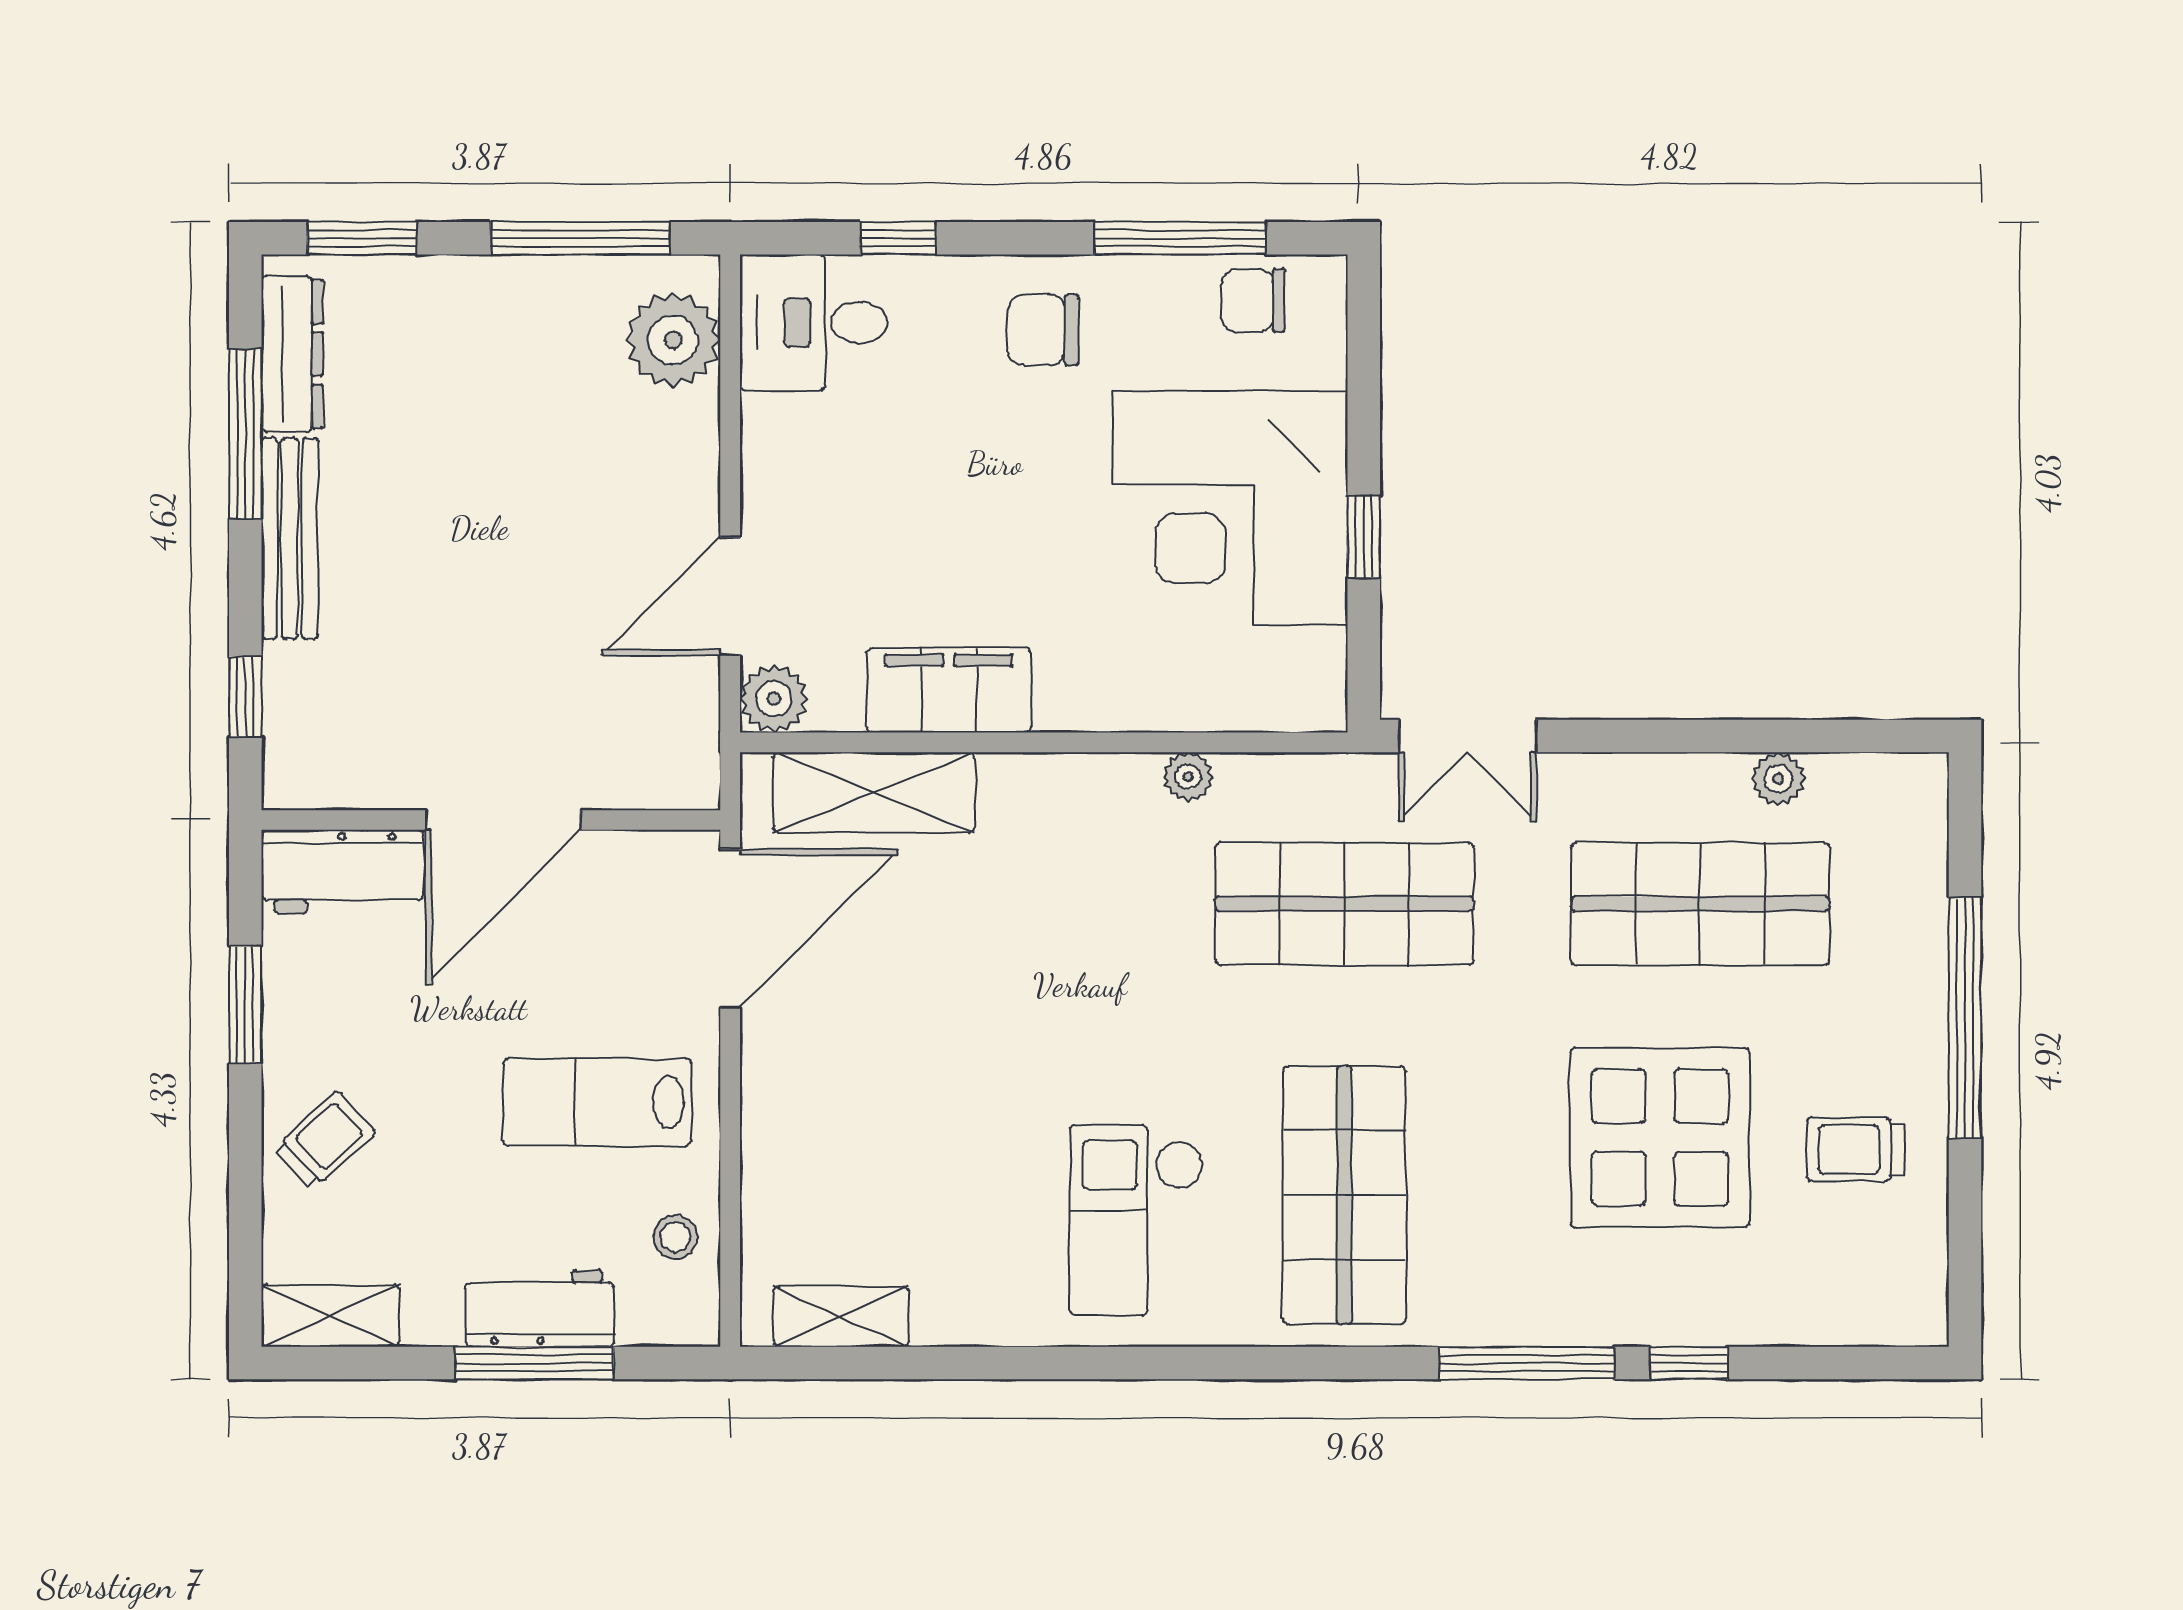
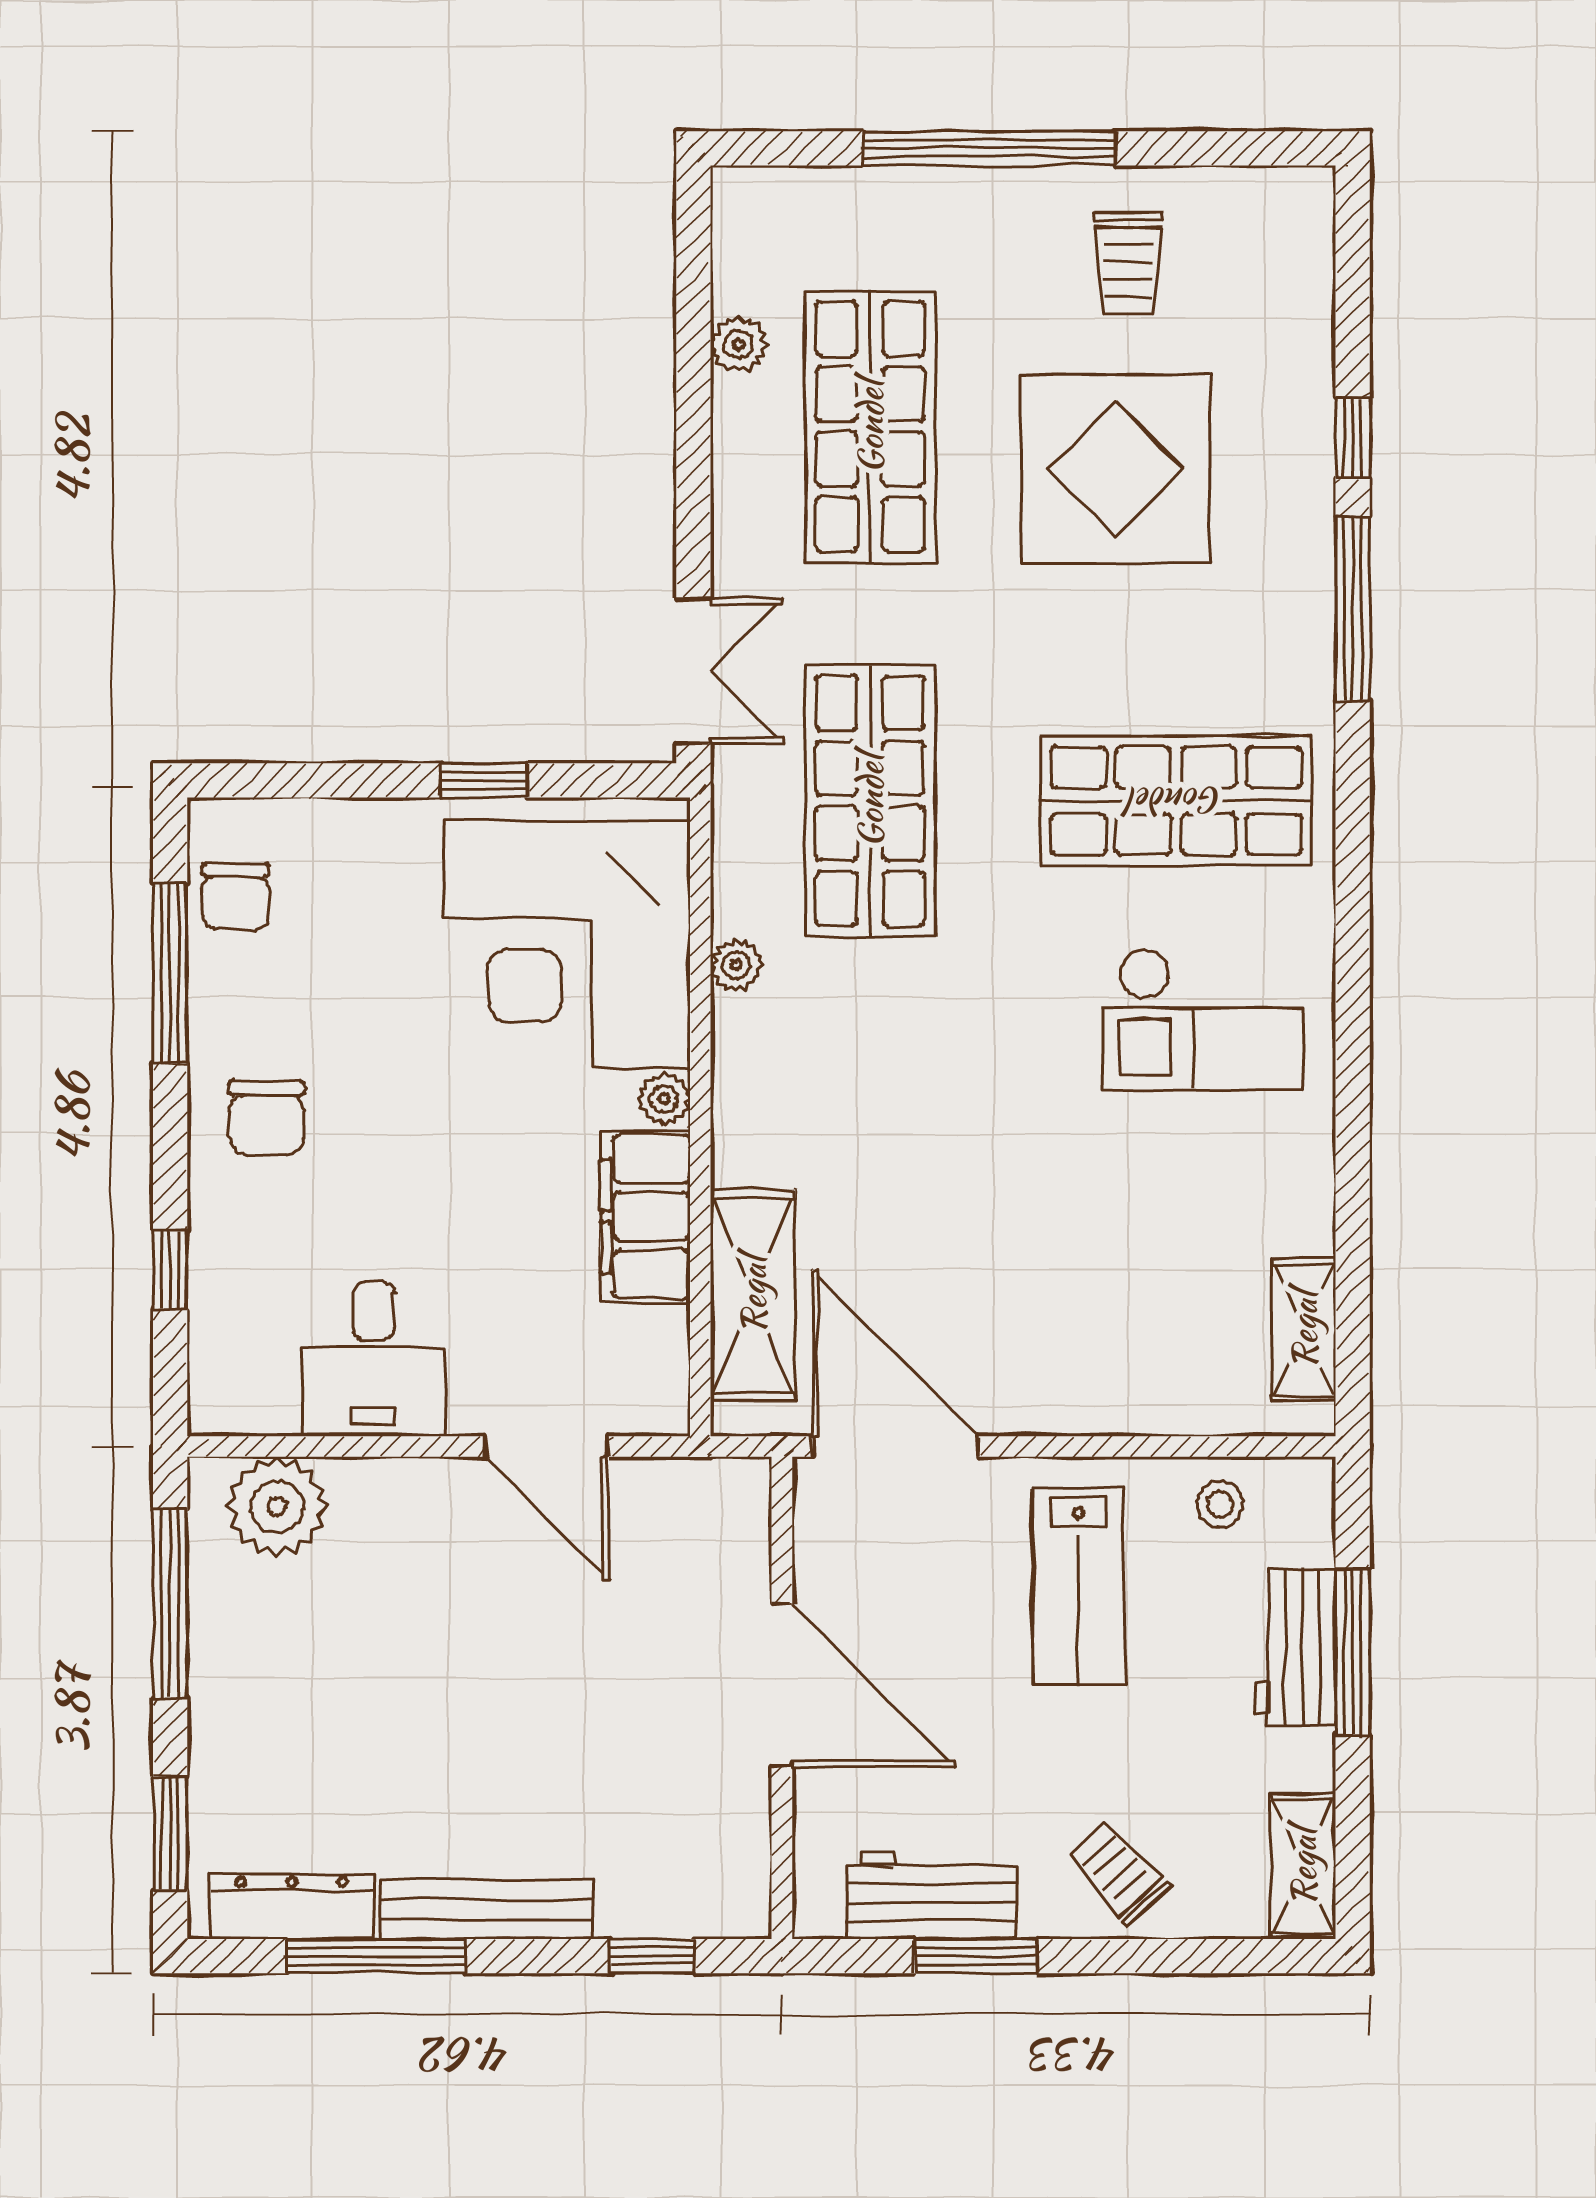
desk: (813, 323) -> (374, 1359), moved
corner desk: (1230, 508) -> (567, 944), moved, turned 90
plant: (774, 699) -> (664, 1099), moved, width x0.73, depth x0.73
workbench: (342, 872) -> (932, 1895), moved, turned -90

